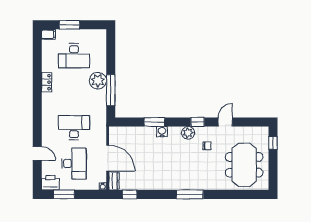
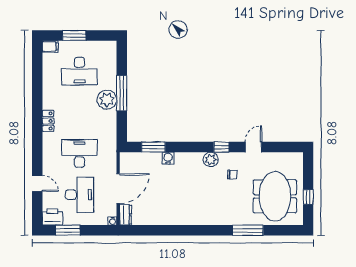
locker: (47, 82) -> (48, 121), moved
window: (111, 90) -> (122, 93), moved
window: (154, 122) -> (153, 147), moved
water cooler: (162, 132) -> (168, 158), moved
window: (273, 143) -> (308, 197), moved
door: (108, 158) -> (118, 189), hinge flipped
window: (130, 194) -> (143, 230), removed
window: (190, 194) -> (248, 230), moved

